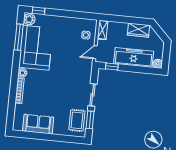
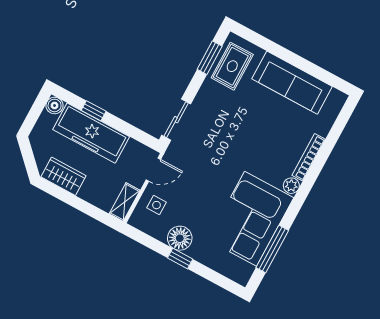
window: (39, 11) -> (180, 259), moved
plant: (29, 19) -> (242, 272), removed
floor lamp: (67, 23) -> (180, 238), added
window: (112, 67) -> (94, 111), moved
sliding door: (93, 95) -> (176, 120), moved
sofa: (38, 124) -> (292, 83), width x1.36

